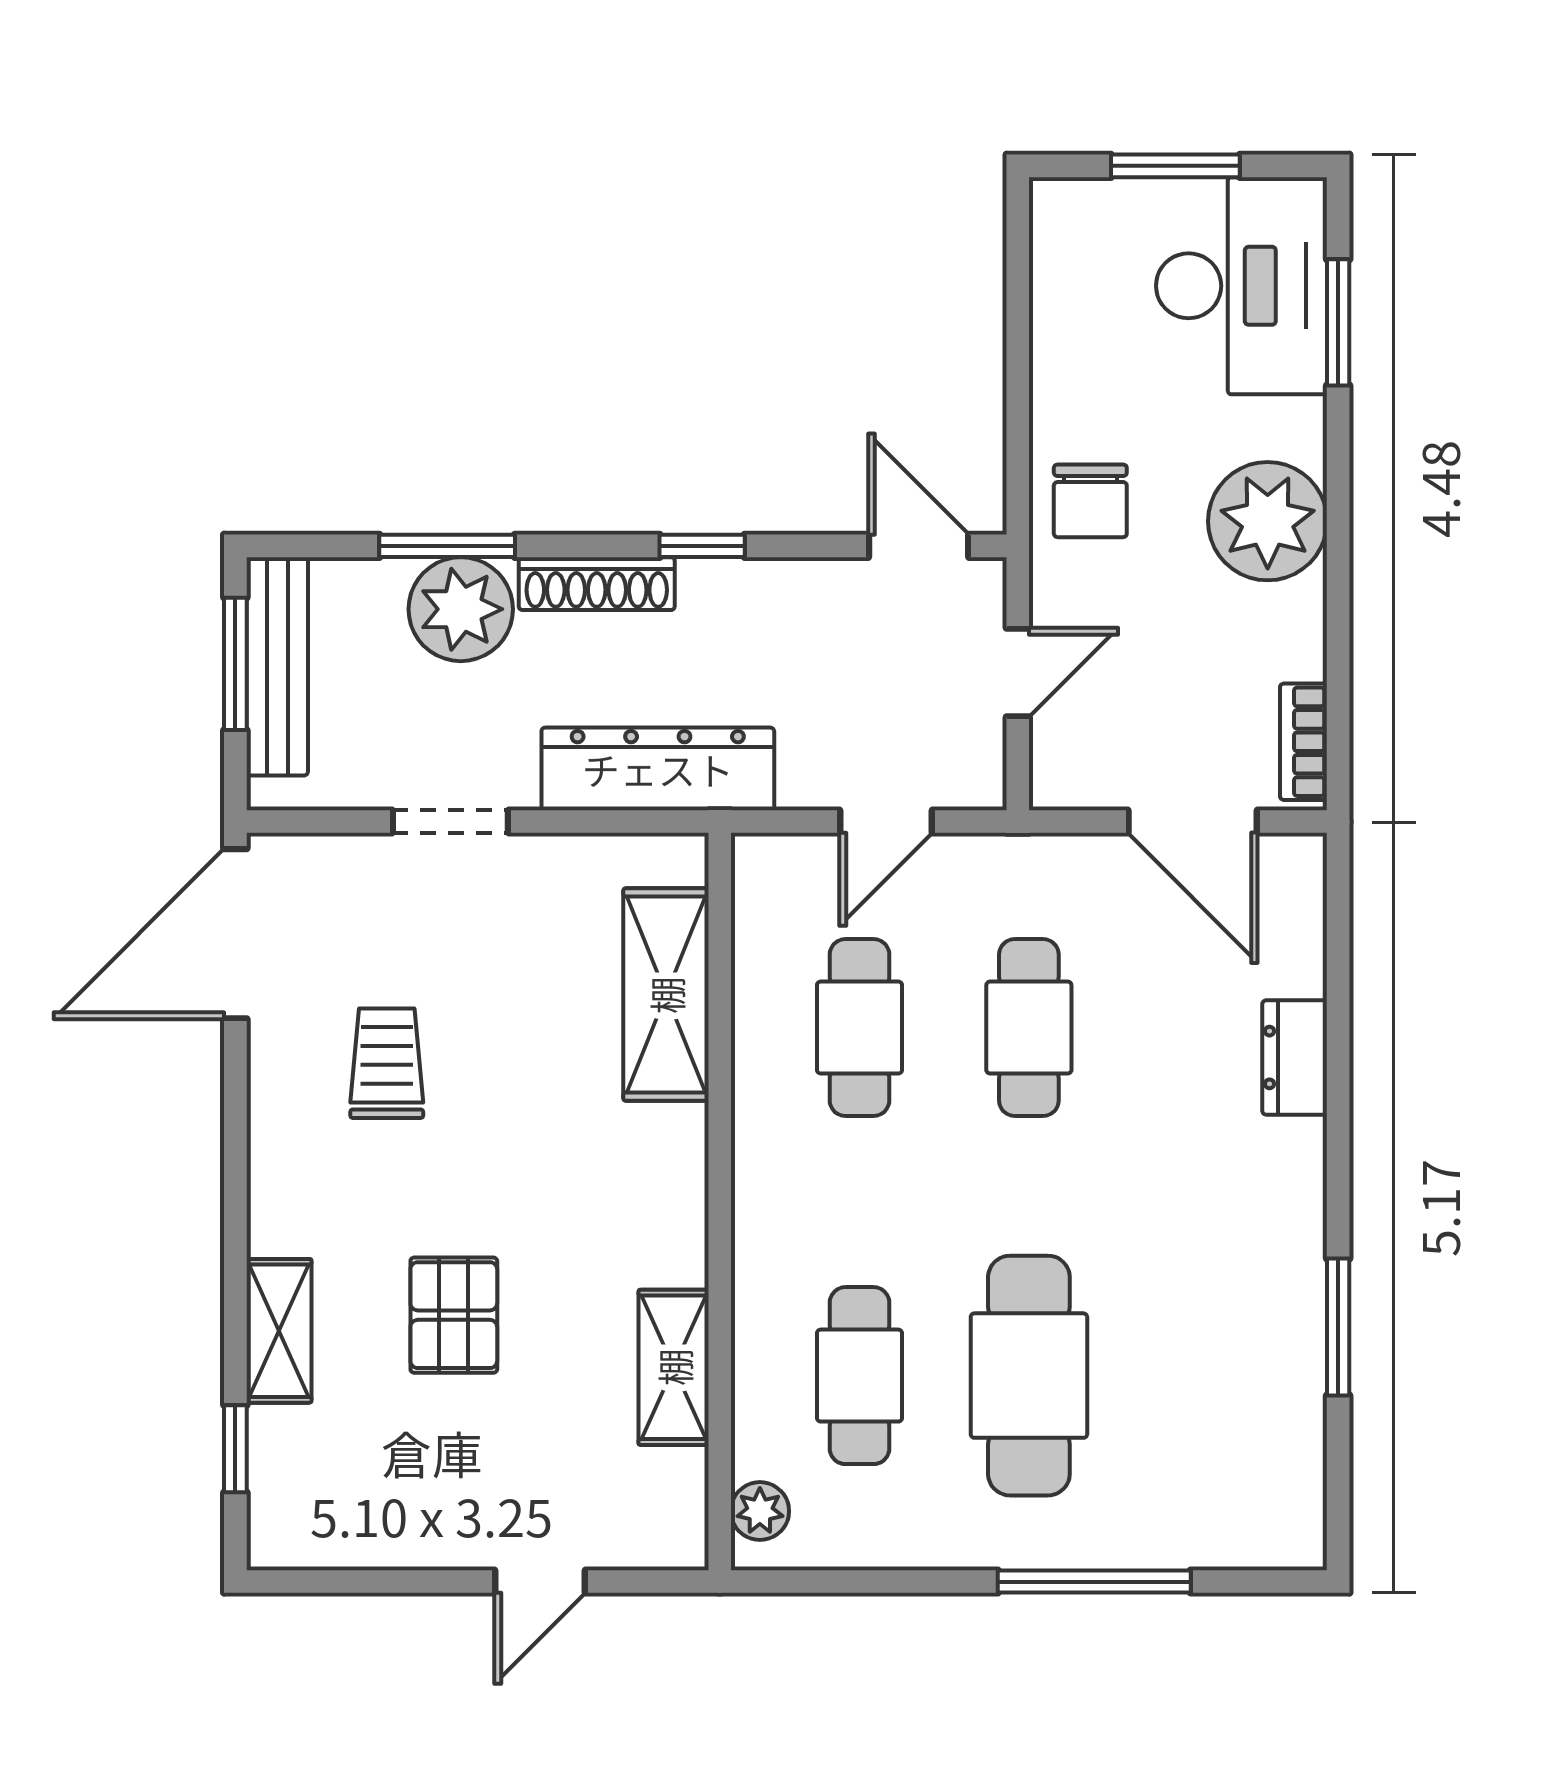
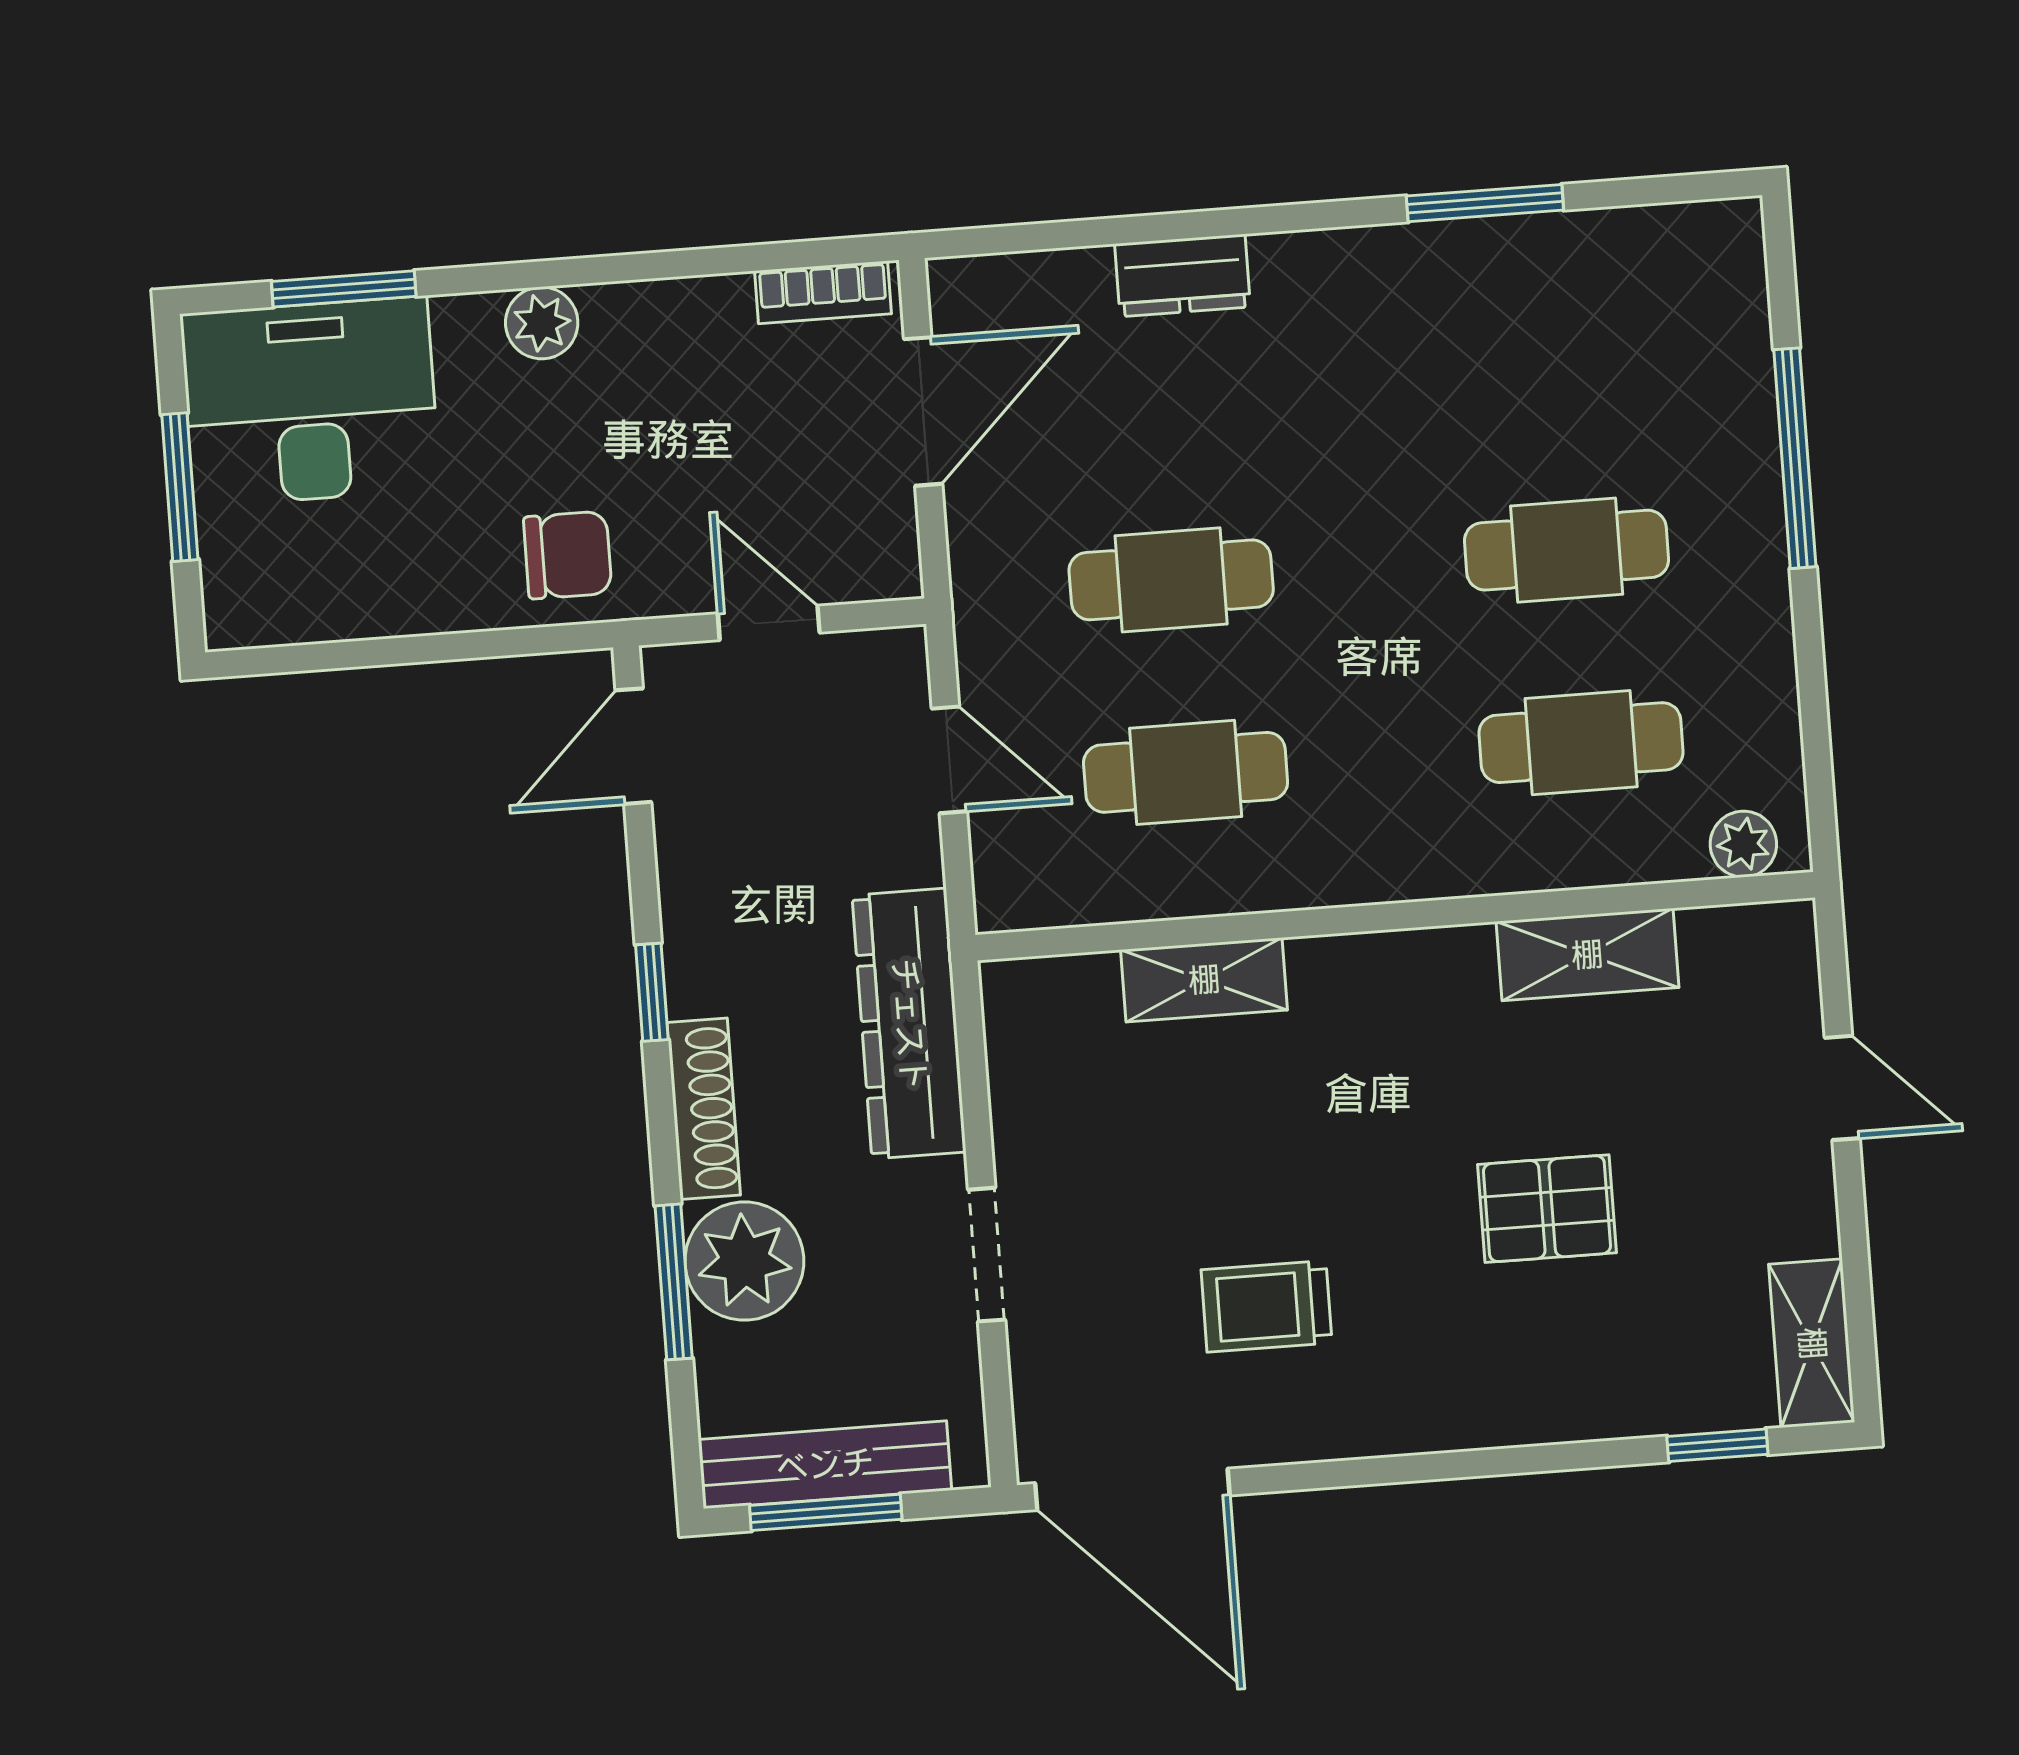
plant: (1268, 521) -> (542, 323), width x0.53, depth x0.53
shelving: (666, 995) -> (1204, 980), width x0.67, depth x0.75
shelving: (279, 1331) -> (1812, 1343), moved, turned 90
cafe table: (1029, 1376) -> (1567, 550), width x0.73, depth x0.74

